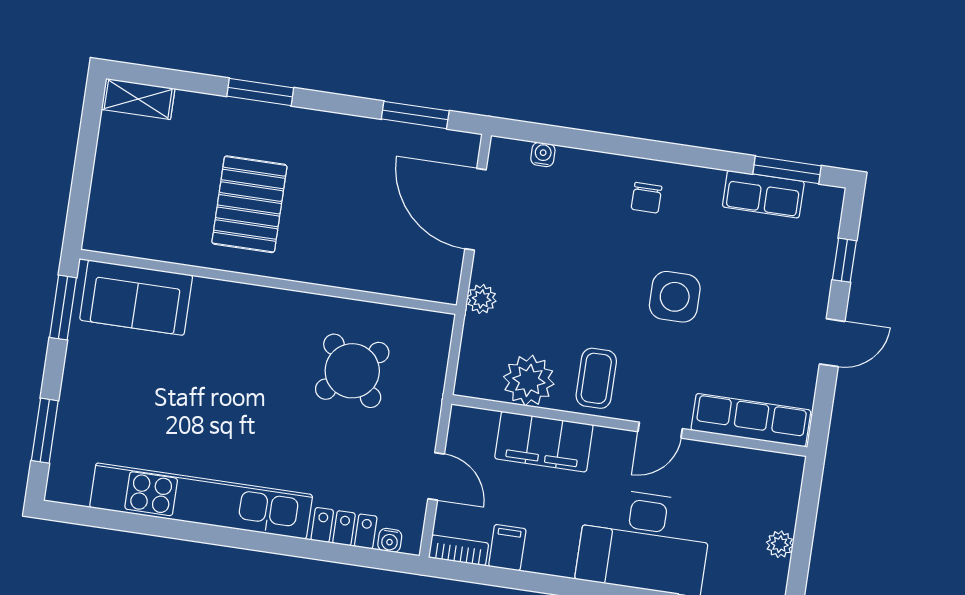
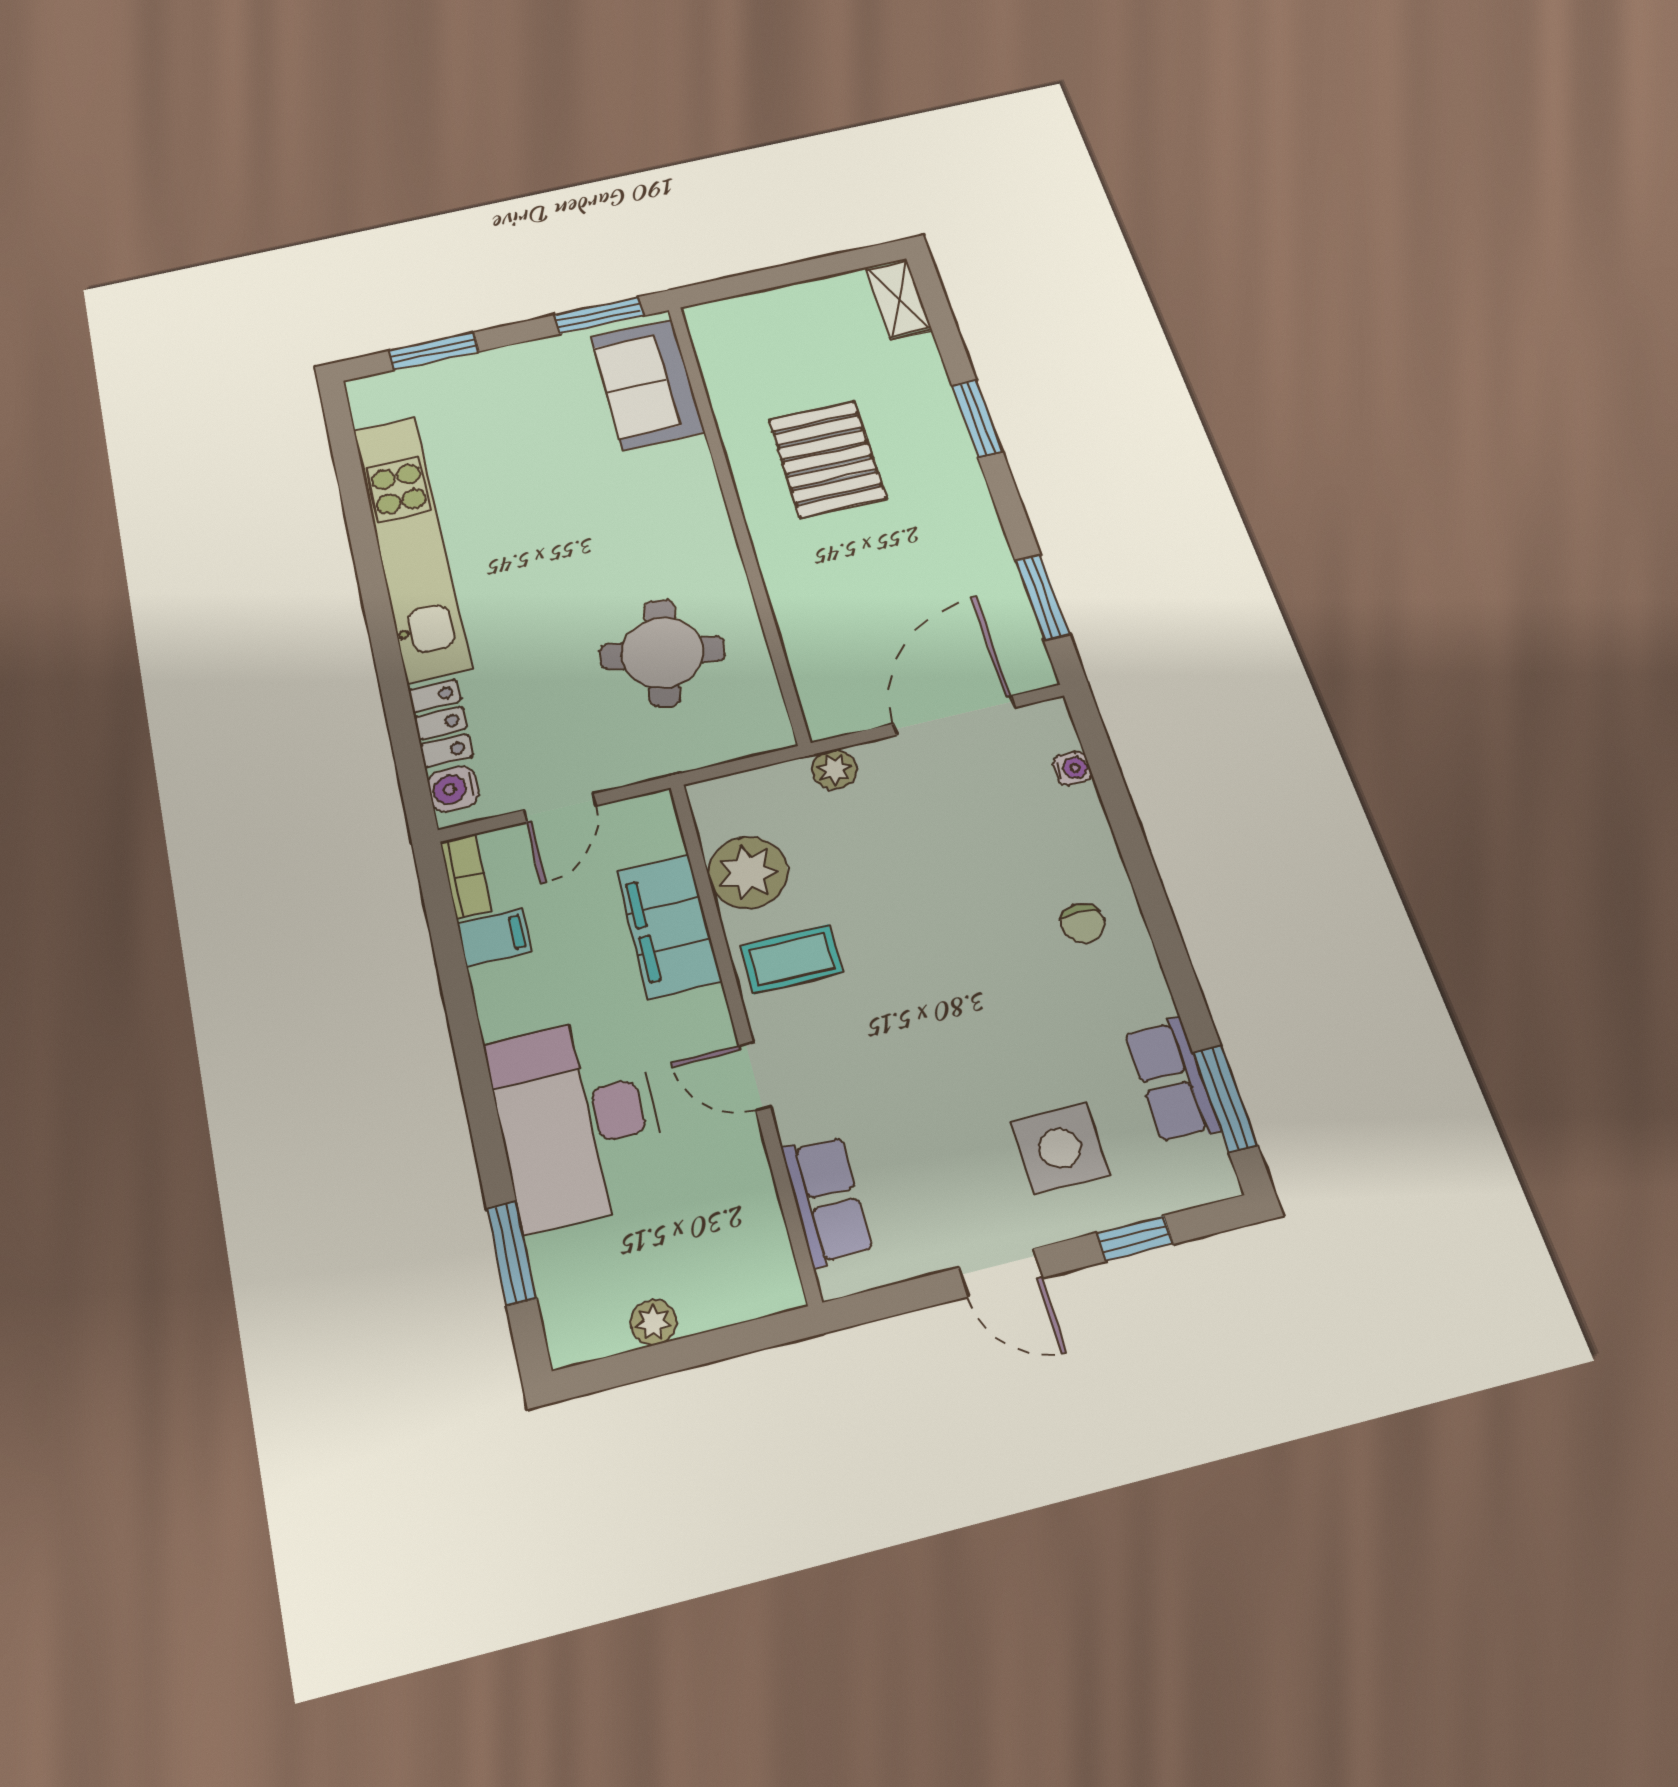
chair: (647, 198) -> (1083, 923), turned -90
pallet: (249, 204) -> (827, 459), turned 90
side table: (675, 297) -> (1060, 1148), moved
round table: (352, 371) -> (662, 653), turned -37
row of seats: (751, 420) -> (827, 1200), width x0.68
water cooler: (390, 540) -> (453, 789), width x1.38, depth x1.38

